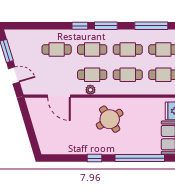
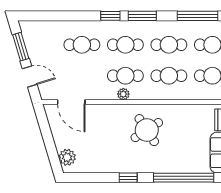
door: (59, 96) -> (71, 102), moved
plant: (45, 141) -> (67, 157), added

